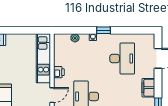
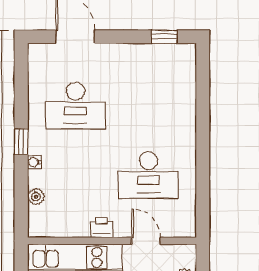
desk: (122, 59) -> (75, 106), turned 180
filing cabinet: (148, 88) -> (132, 55), removed

